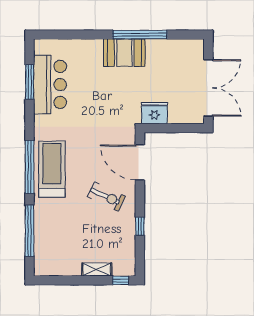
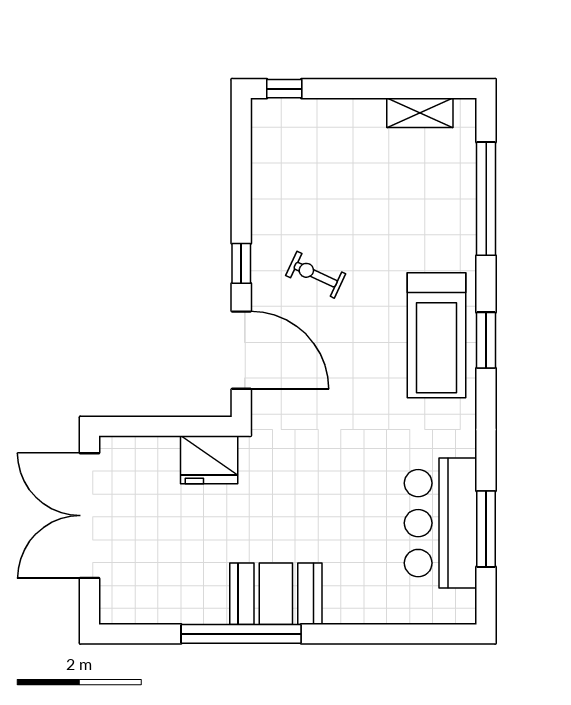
window: (30, 167) -> (486, 340), width x0.47
exercise bike: (106, 197) -> (316, 275), width x0.73, depth x0.72
window: (140, 226) -> (241, 263), moved
shelving: (97, 270) -> (420, 113), moved

